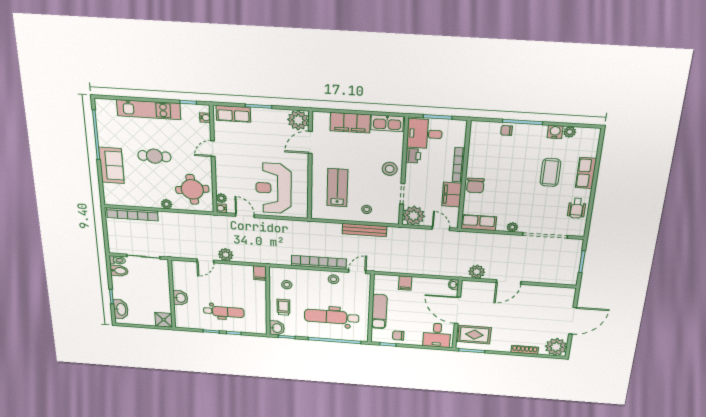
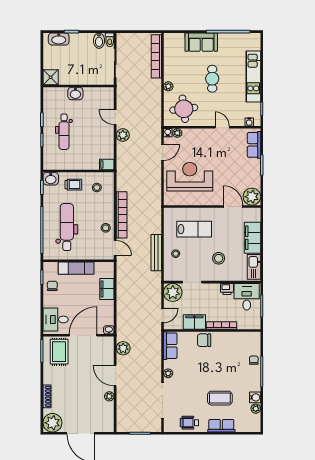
stool: (390, 169) -> (219, 258), moved
filing cabinet: (405, 283) -> (107, 289), width x2.00
plant: (533, 290) -> (109, 396), added

